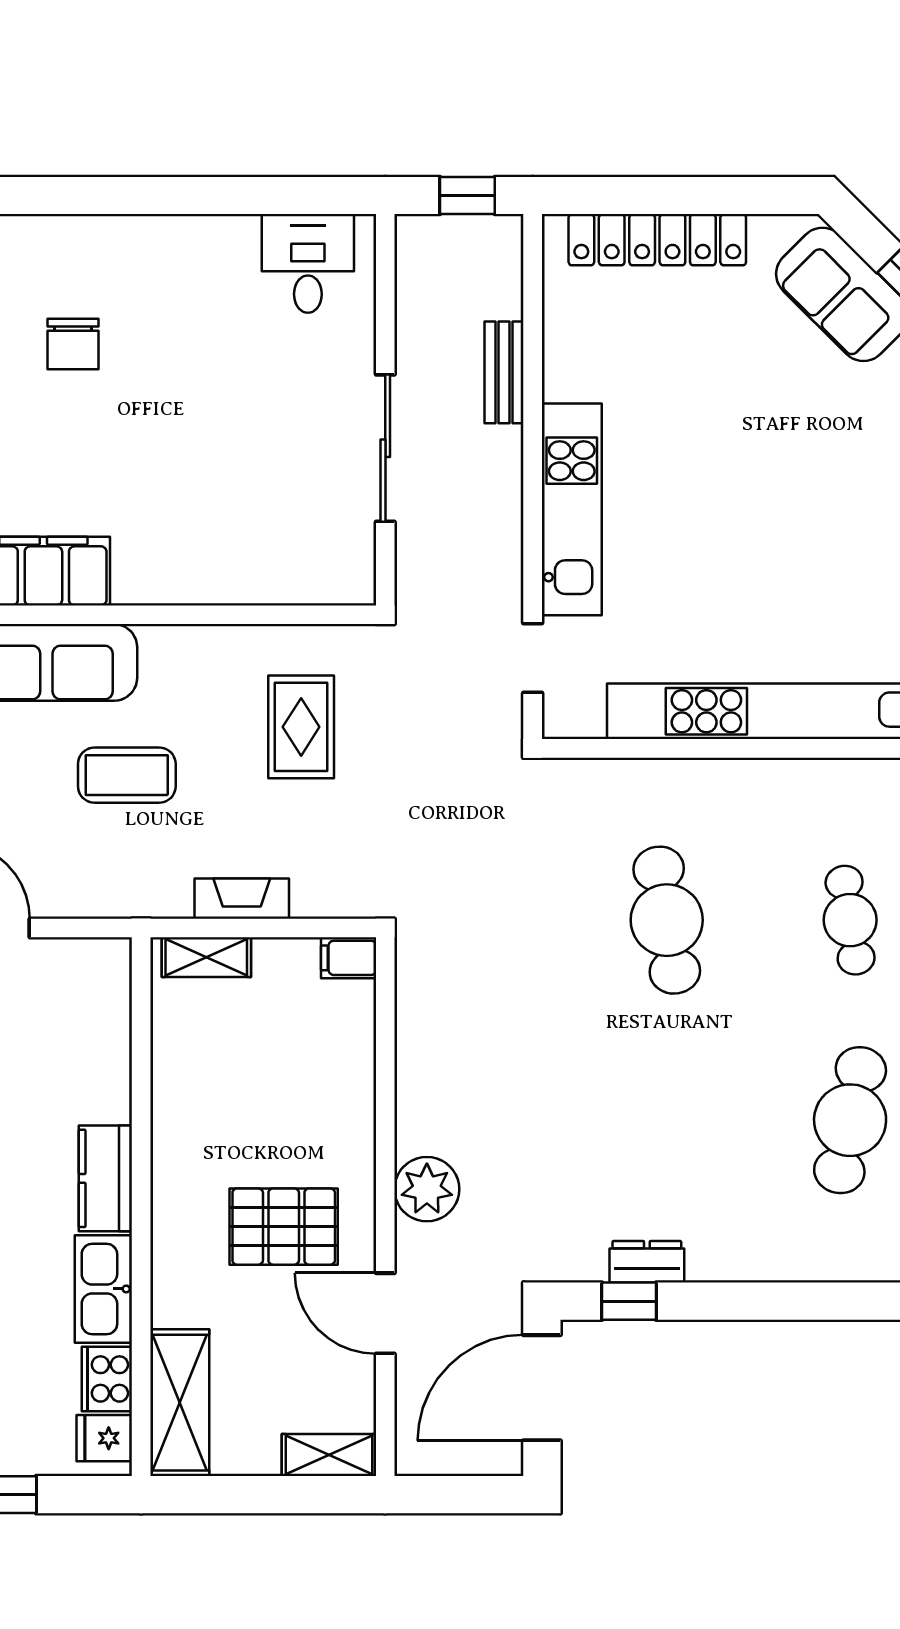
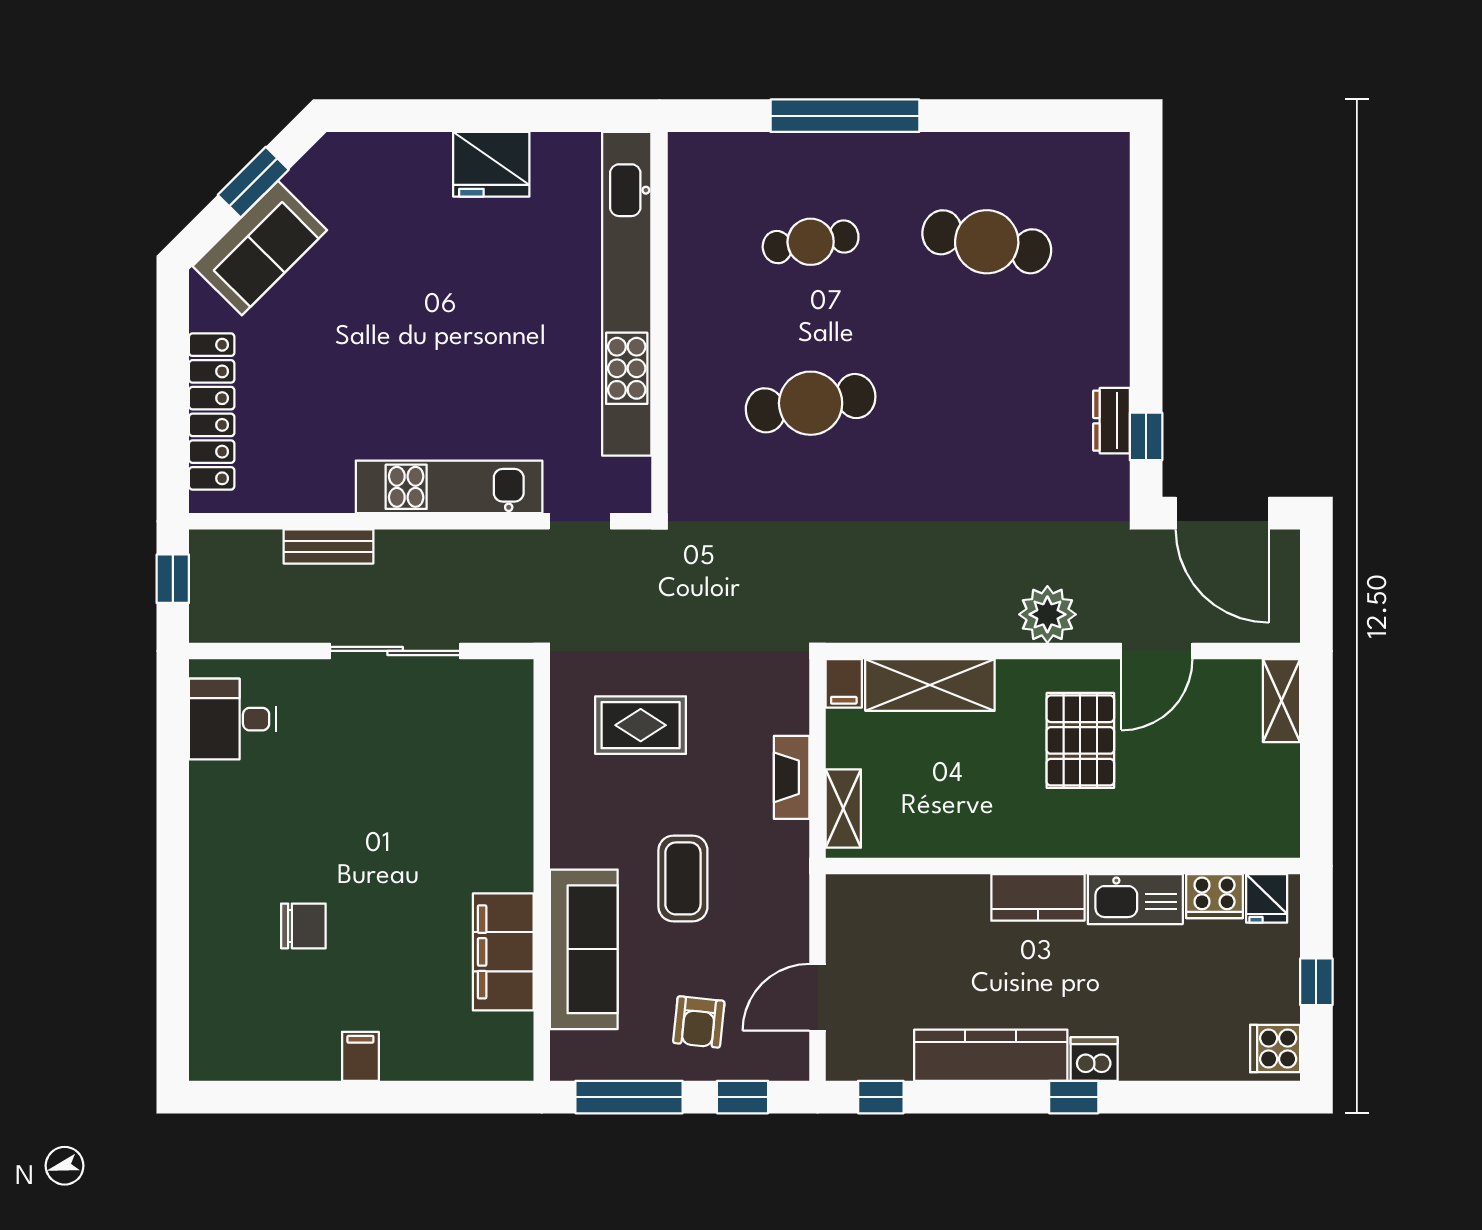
shelving: (180, 1403) -> (930, 685), moved

